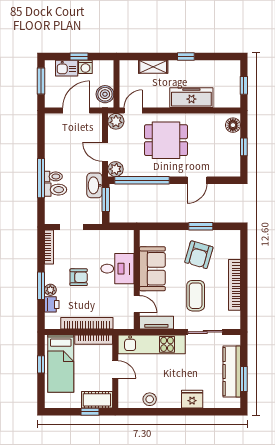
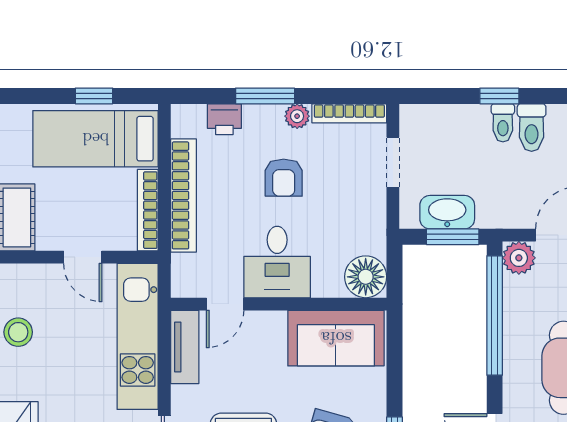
window: (41, 178) -> (499, 96), width x0.46
washbasin: (95, 185) -> (447, 212), moved
toilet: (56, 190) -> (532, 128), moved
floor lamp: (124, 240) -> (366, 277), added
desk: (117, 269) -> (277, 262), moved
sofa: (152, 269) -> (336, 338), moved
plant: (50, 290) -> (297, 116), moved
door: (115, 370) -> (83, 257), hinge flipped

